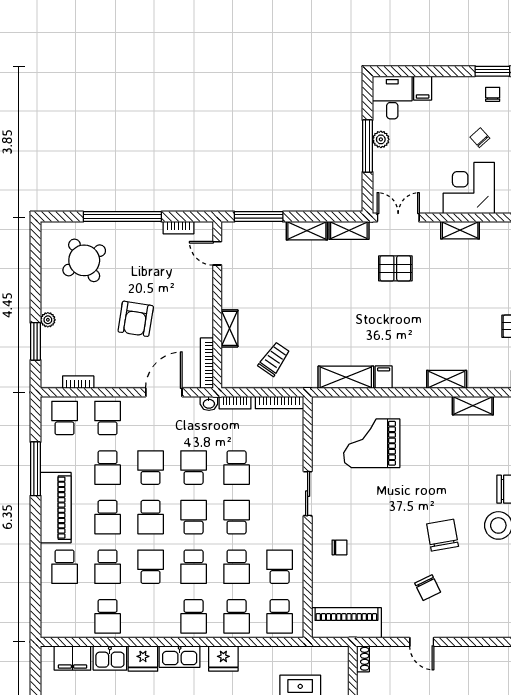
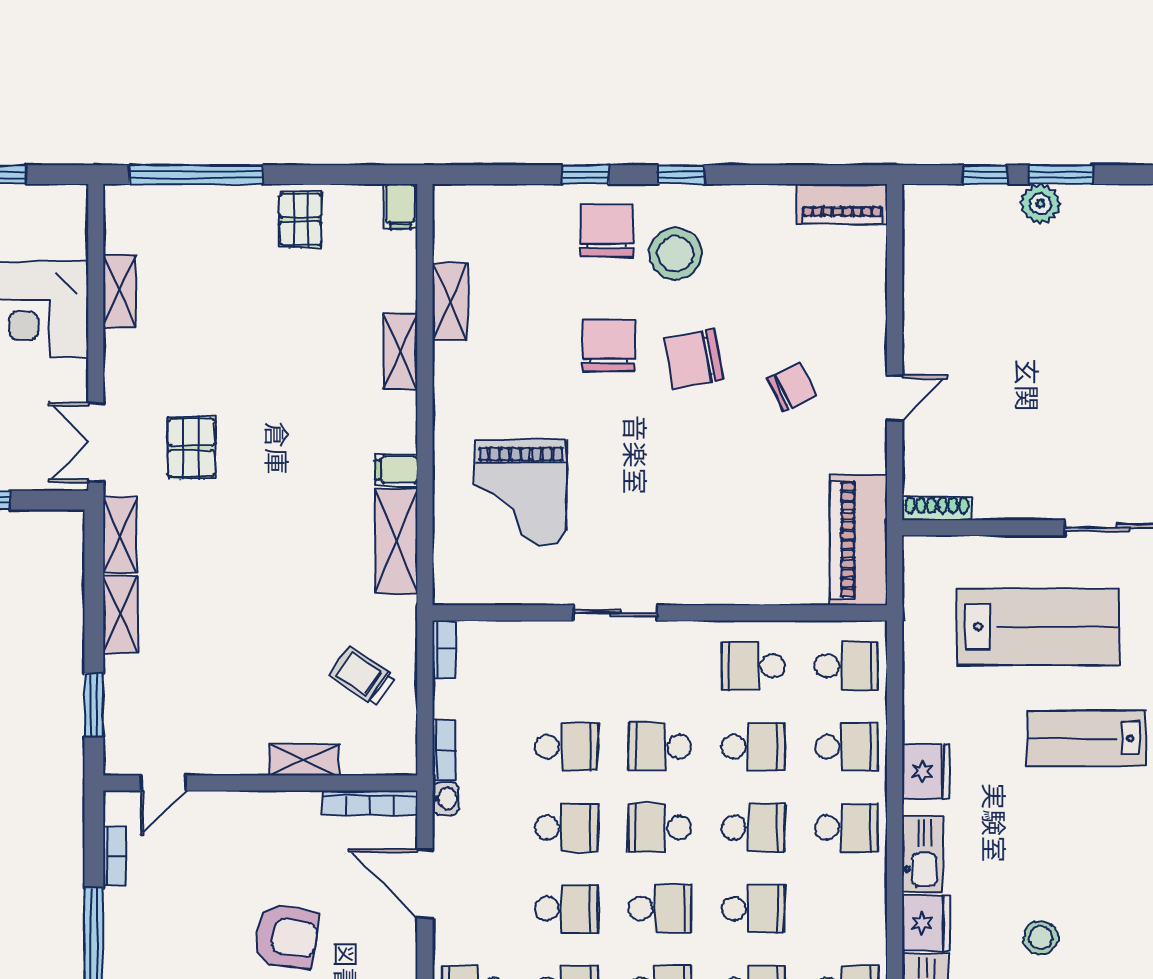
window: (259, 217) -> (94, 705), width x0.69
shelving: (460, 230) -> (119, 291), moved
bookcase: (279, 403) -> (444, 649), width x0.64
school desk: (151, 468) -> (566, 909), turned 180
school desk: (194, 468) -> (566, 828), turned 180
chair: (339, 547) -> (609, 345), moved, width x1.87, depth x1.87
school desk: (151, 567) -> (753, 909), turned 180
shoe rack: (363, 659) -> (937, 509), width x1.43

